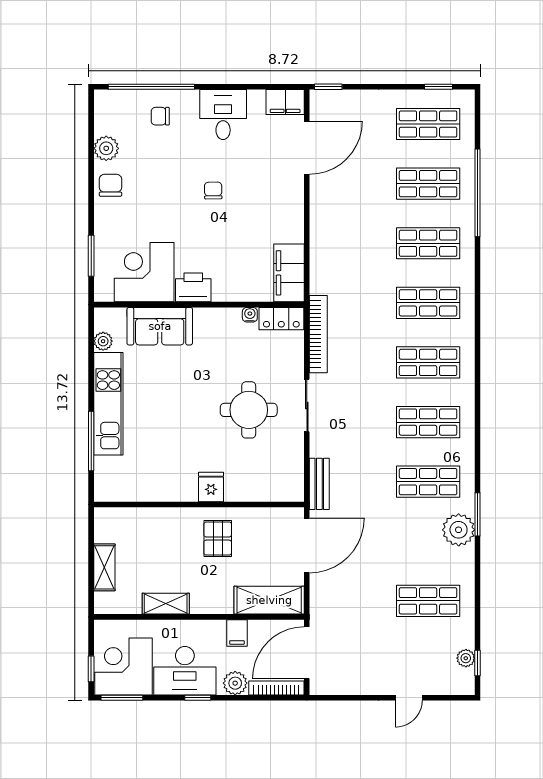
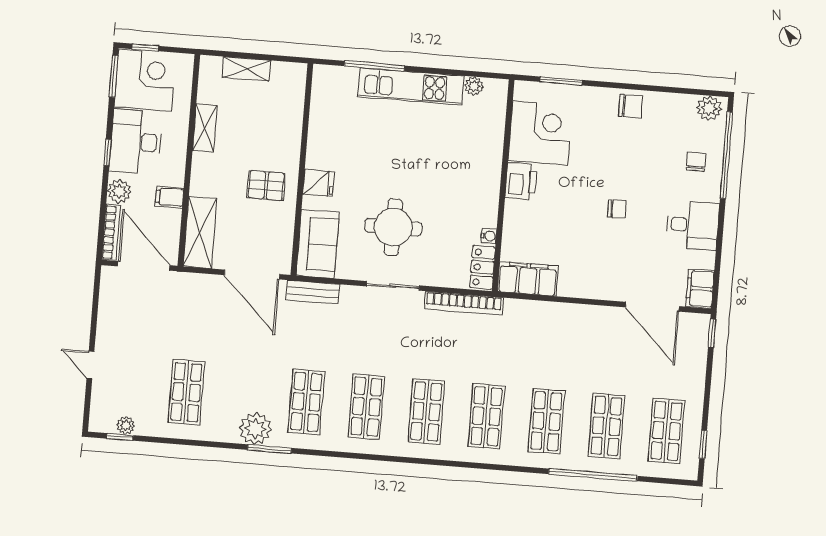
plant: (106, 148) -> (709, 108), moved
sofa: (160, 326) -> (318, 244), moved, turned 180

